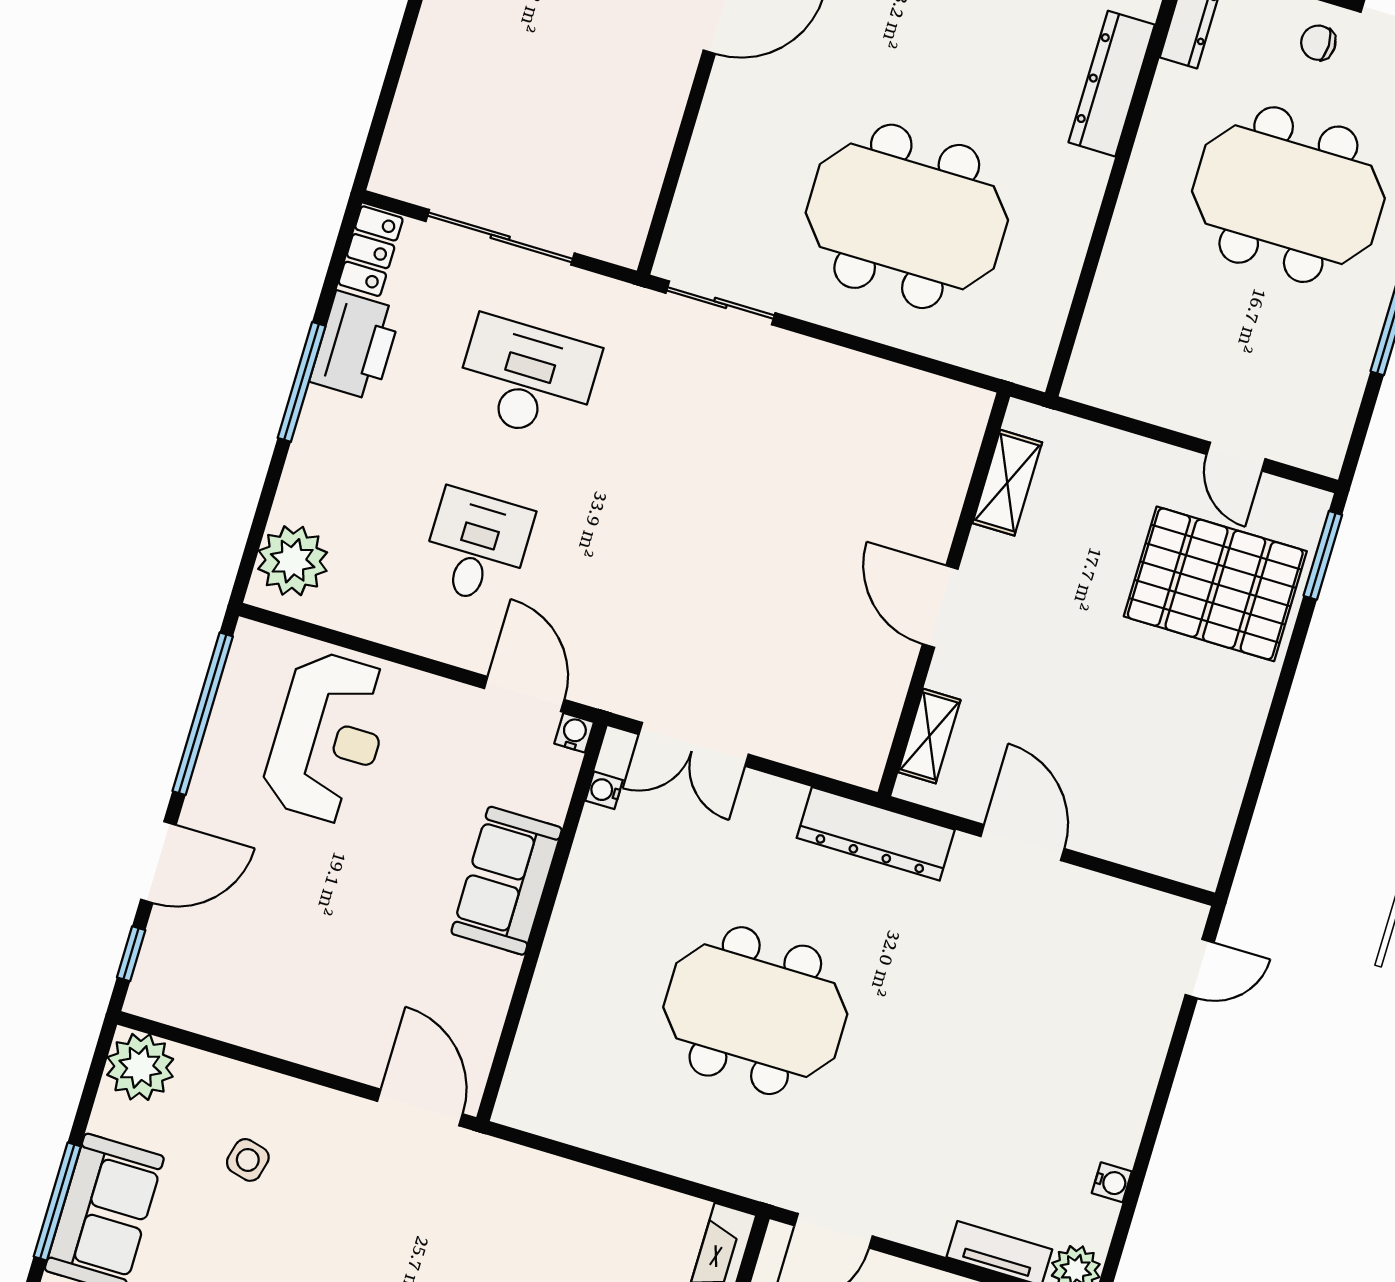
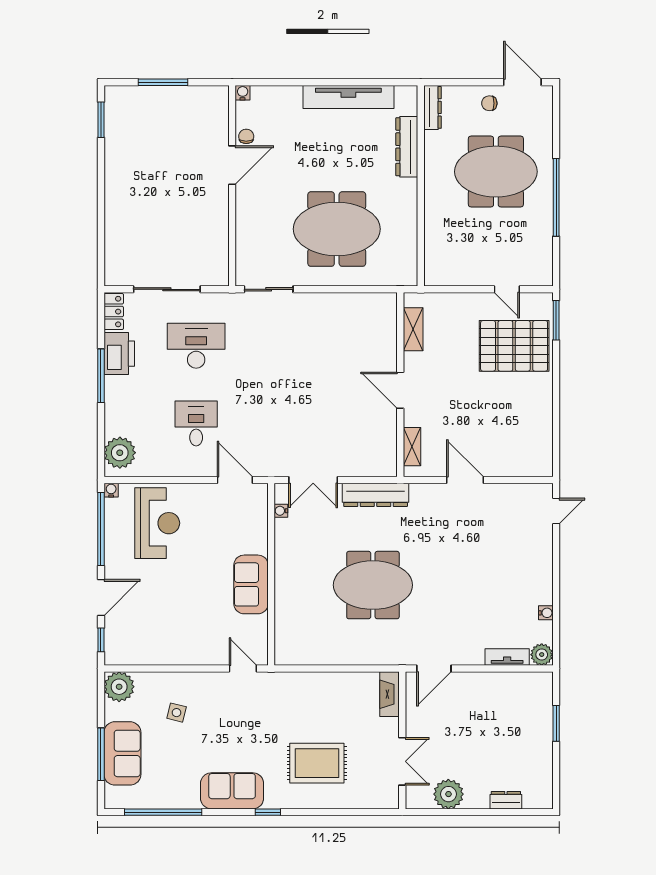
water cooler: (574, 733) -> (111, 490), moved
dresser: (876, 834) -> (376, 495), moved
sofa: (507, 881) -> (251, 584), moved
door: (420, 1108) -> (243, 669), width x0.73

